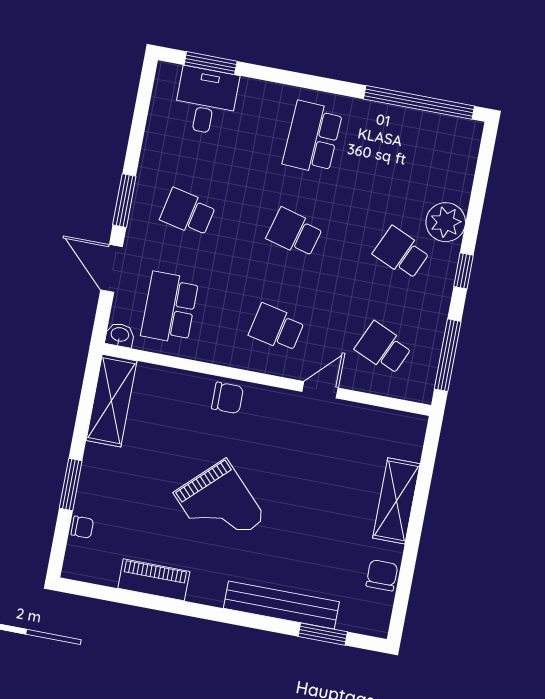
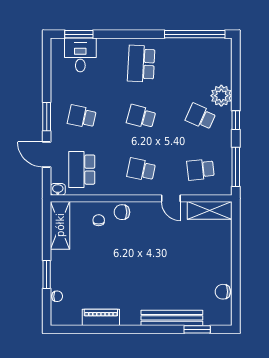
school desk: (383, 348) -> (201, 170), turned -30
door: (320, 390) -> (171, 198), swing flipped
chair: (227, 398) -> (122, 212), turned 180
chair: (183, 404) -> (99, 220), added
shelving: (396, 501) -> (210, 210), moved, turned 90
grand piano: (220, 506) -> (129, 271), removed
chair: (382, 575) -> (223, 292), turned -90

